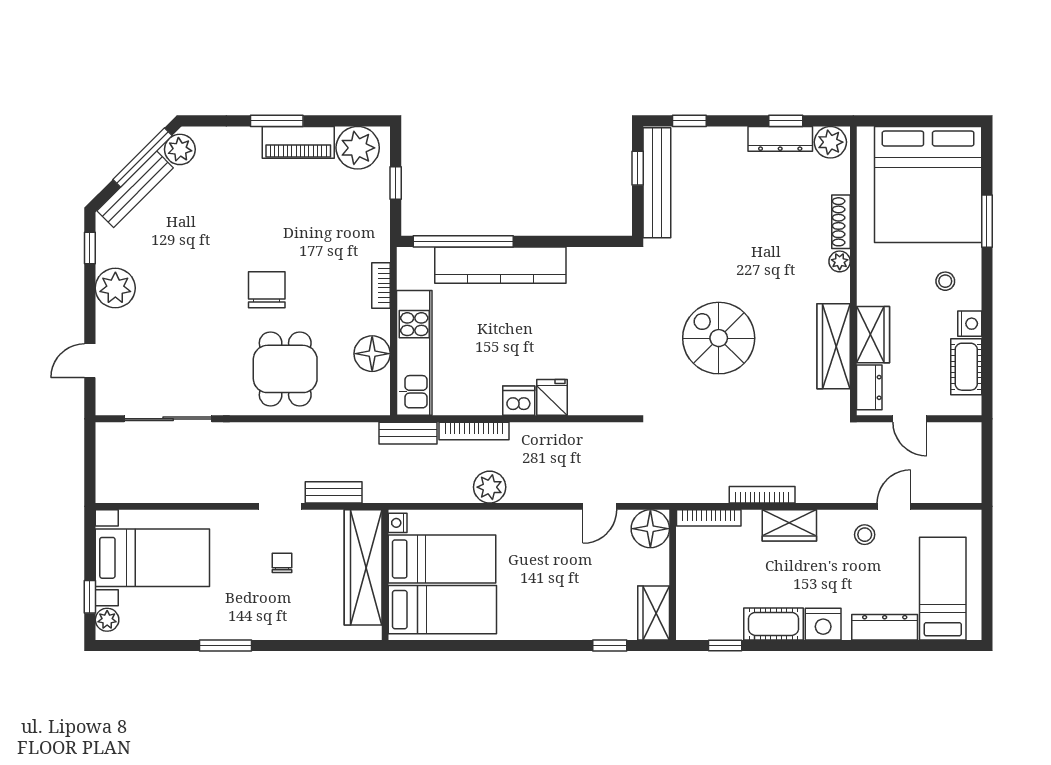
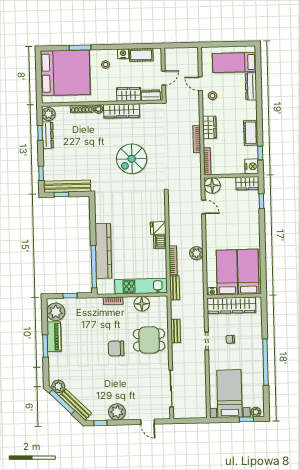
wardrobe: (834, 346) -> (122, 111), moved
bench: (334, 492) -> (176, 331), moved
nightstand: (823, 624) -> (252, 166), moved
window: (225, 645) -> (265, 362), width x2.11

